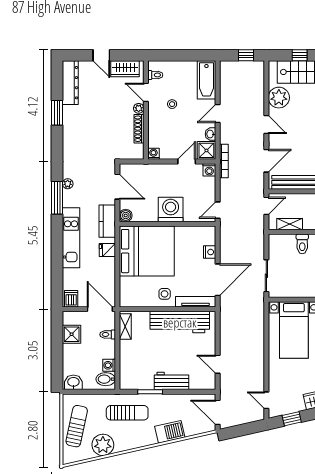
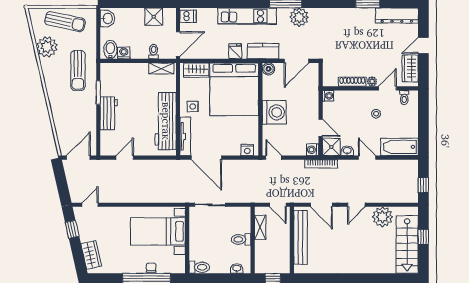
plant: (68, 184) -> (299, 17), width x1.87, depth x1.87
nightstand: (210, 252) -> (247, 150), moved
wardrobe: (127, 290) -> (196, 70), added
barbecue: (170, 432) -> (60, 112), removed

